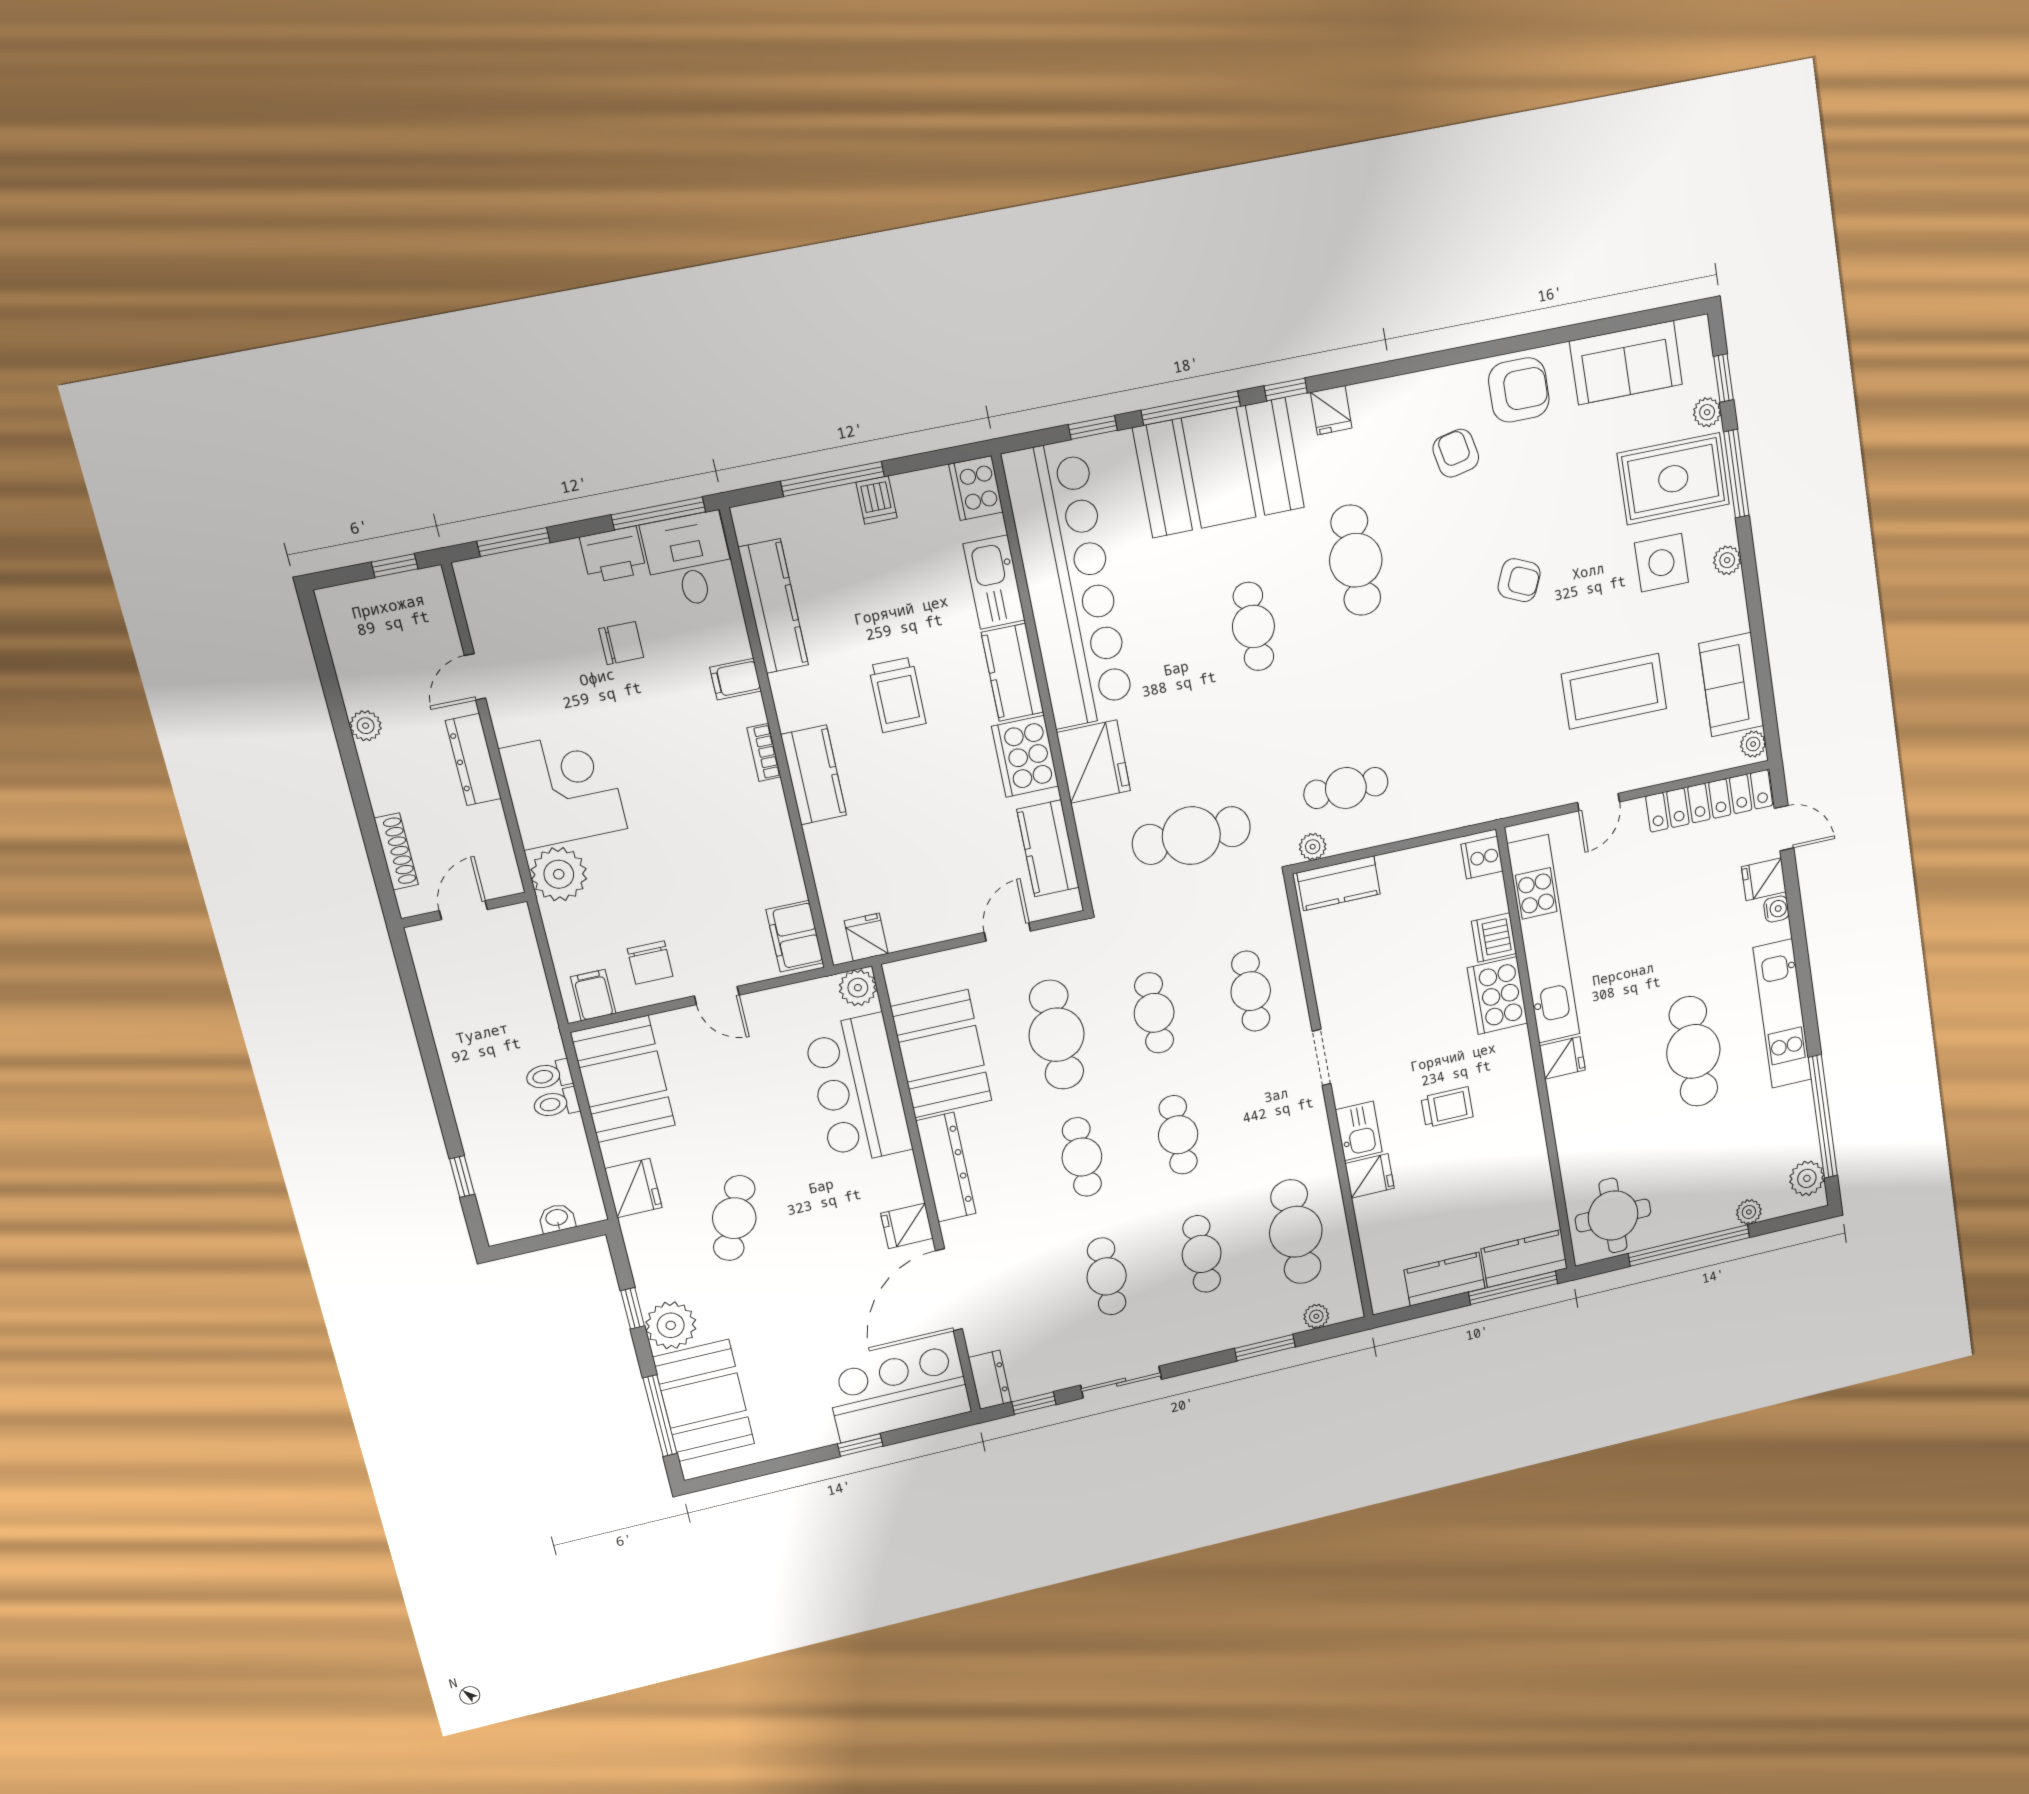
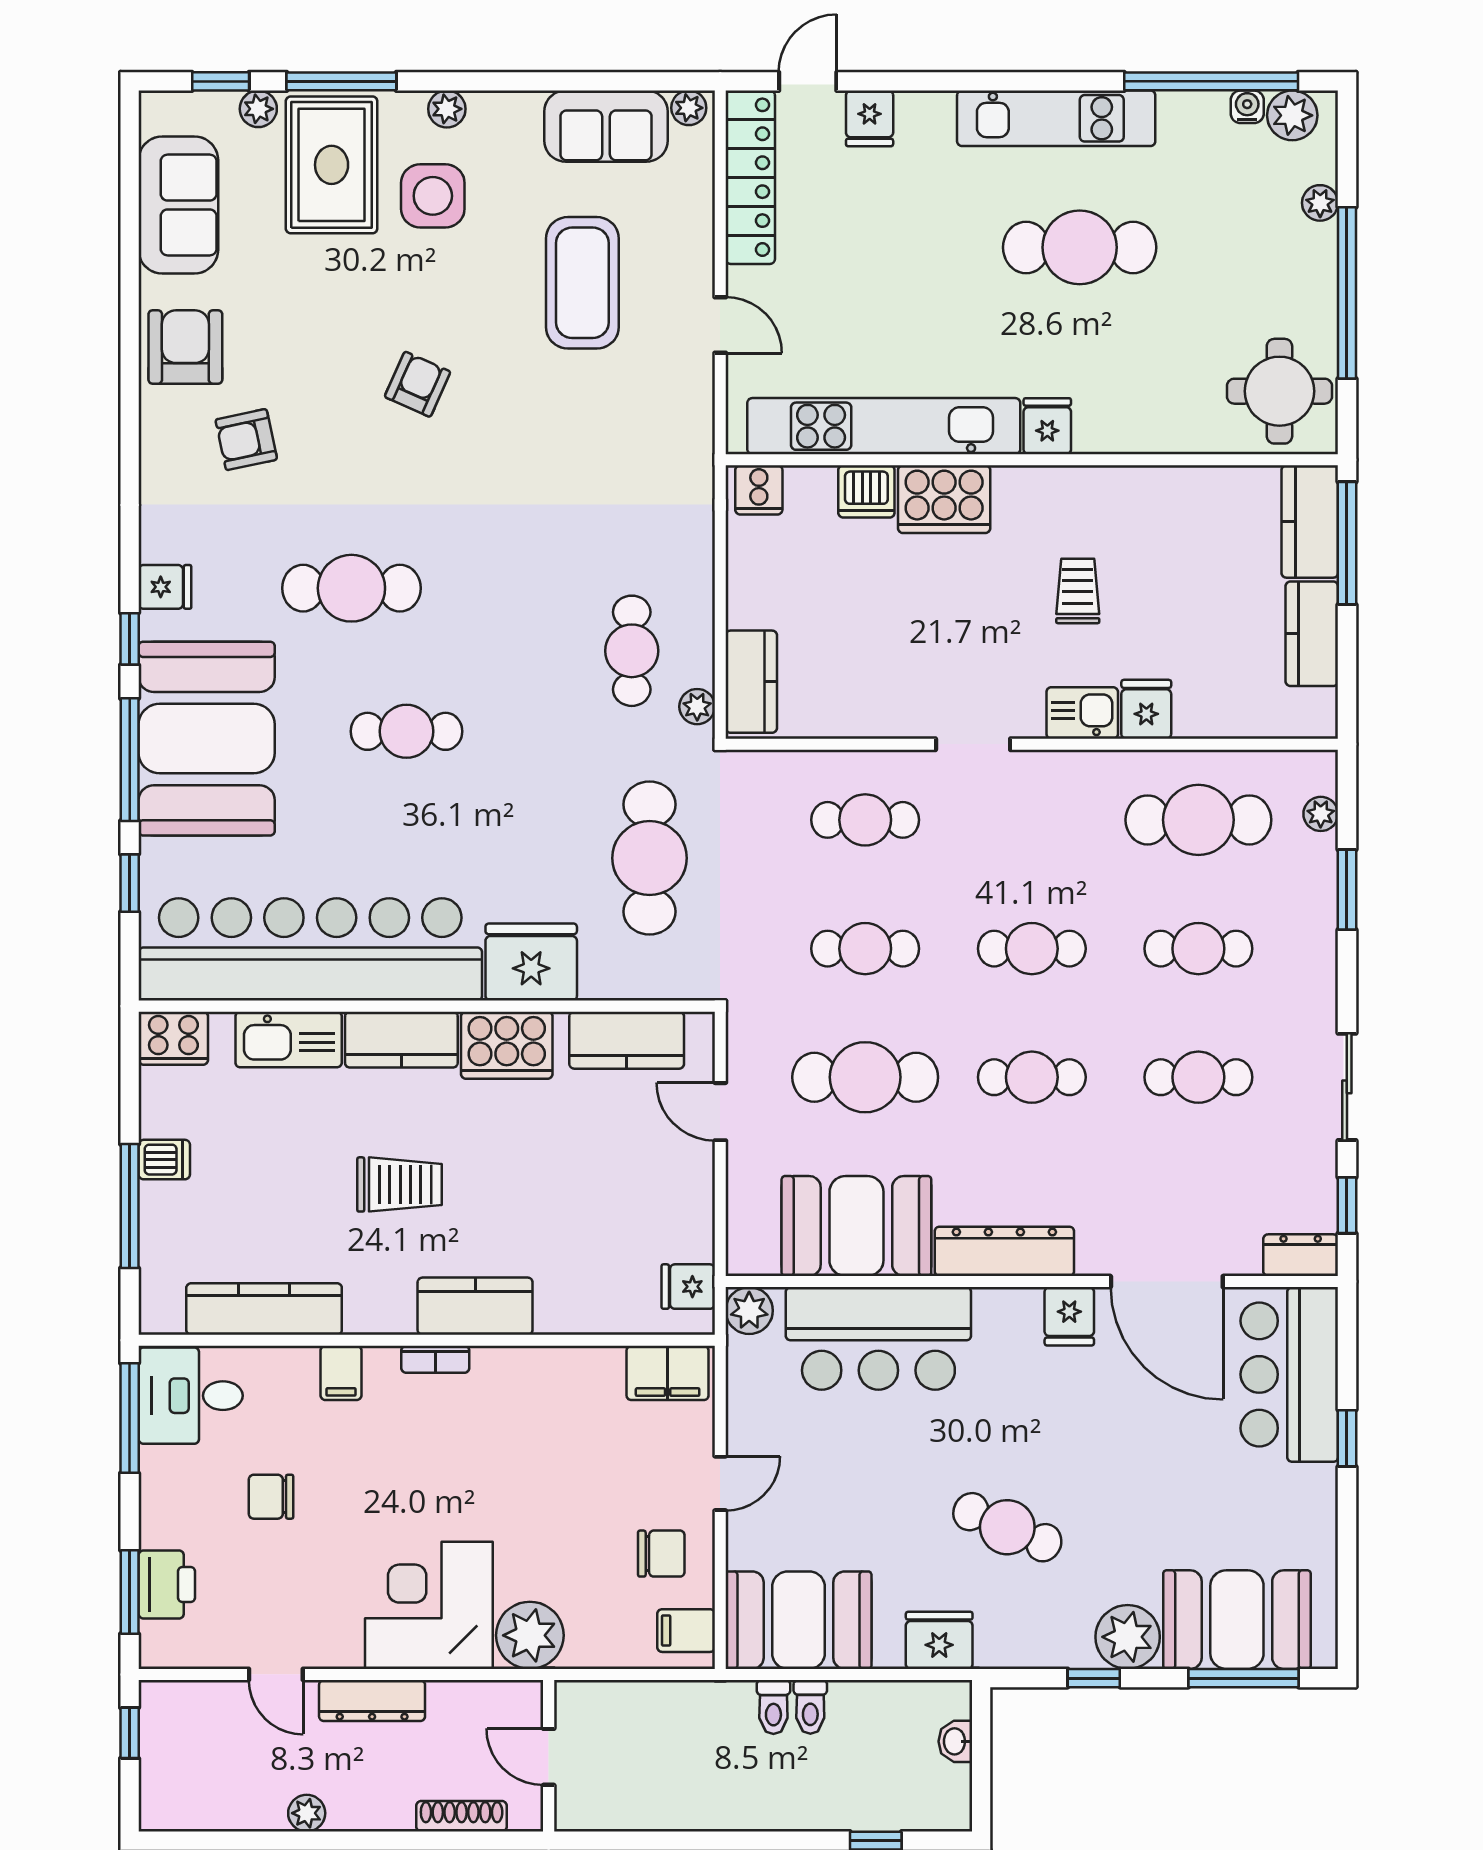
printer: (613, 555) -> (167, 1584), moved
chair: (621, 643) -> (271, 1497), turned -90
water cooler: (1776, 909) -> (1247, 107), moved

